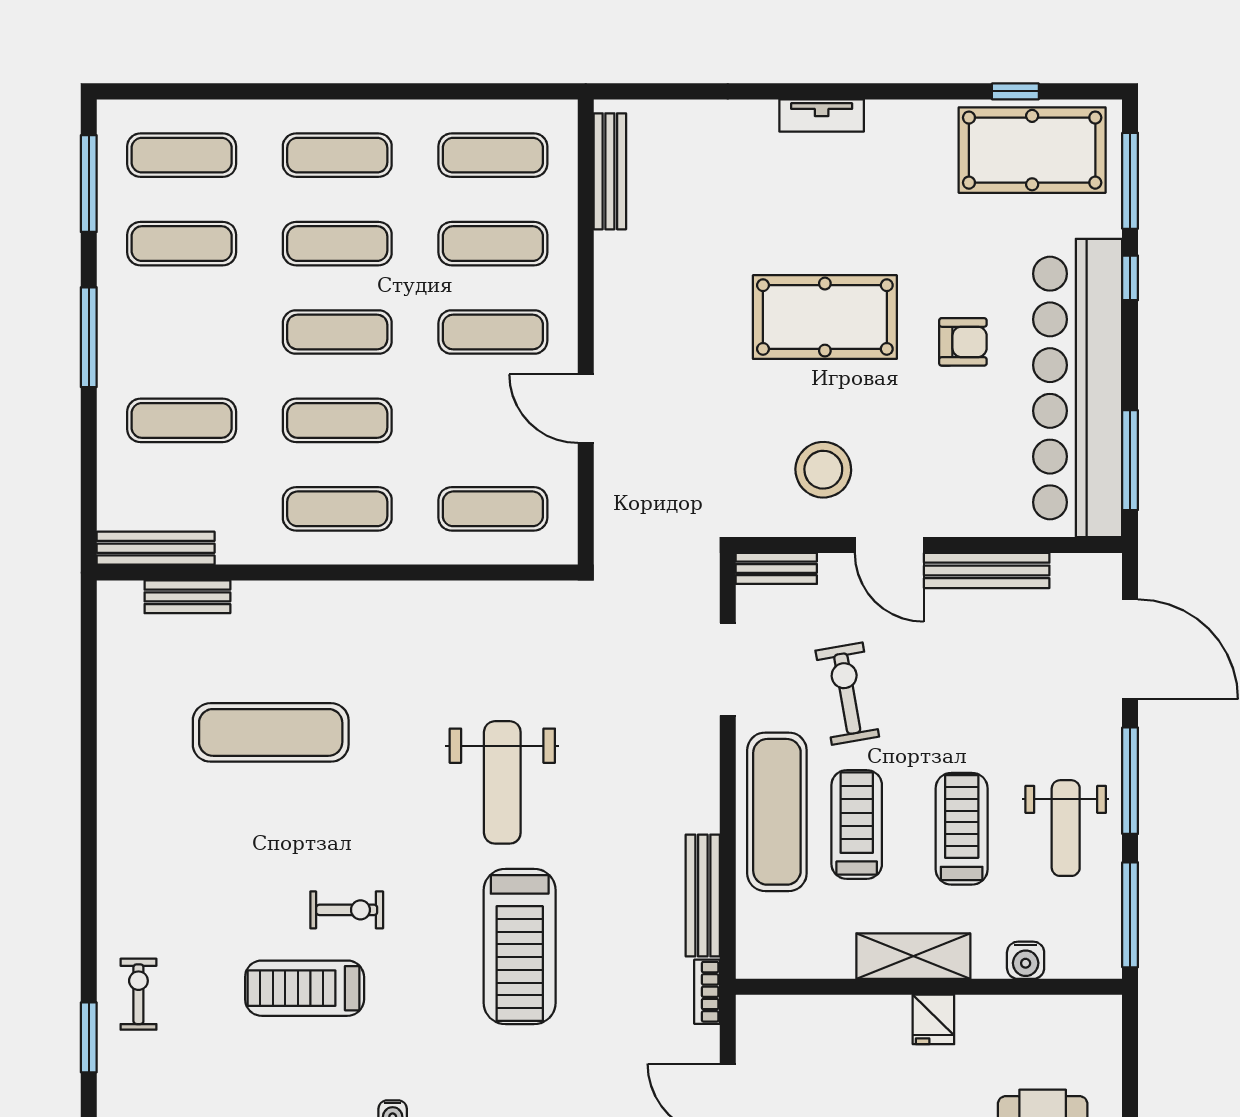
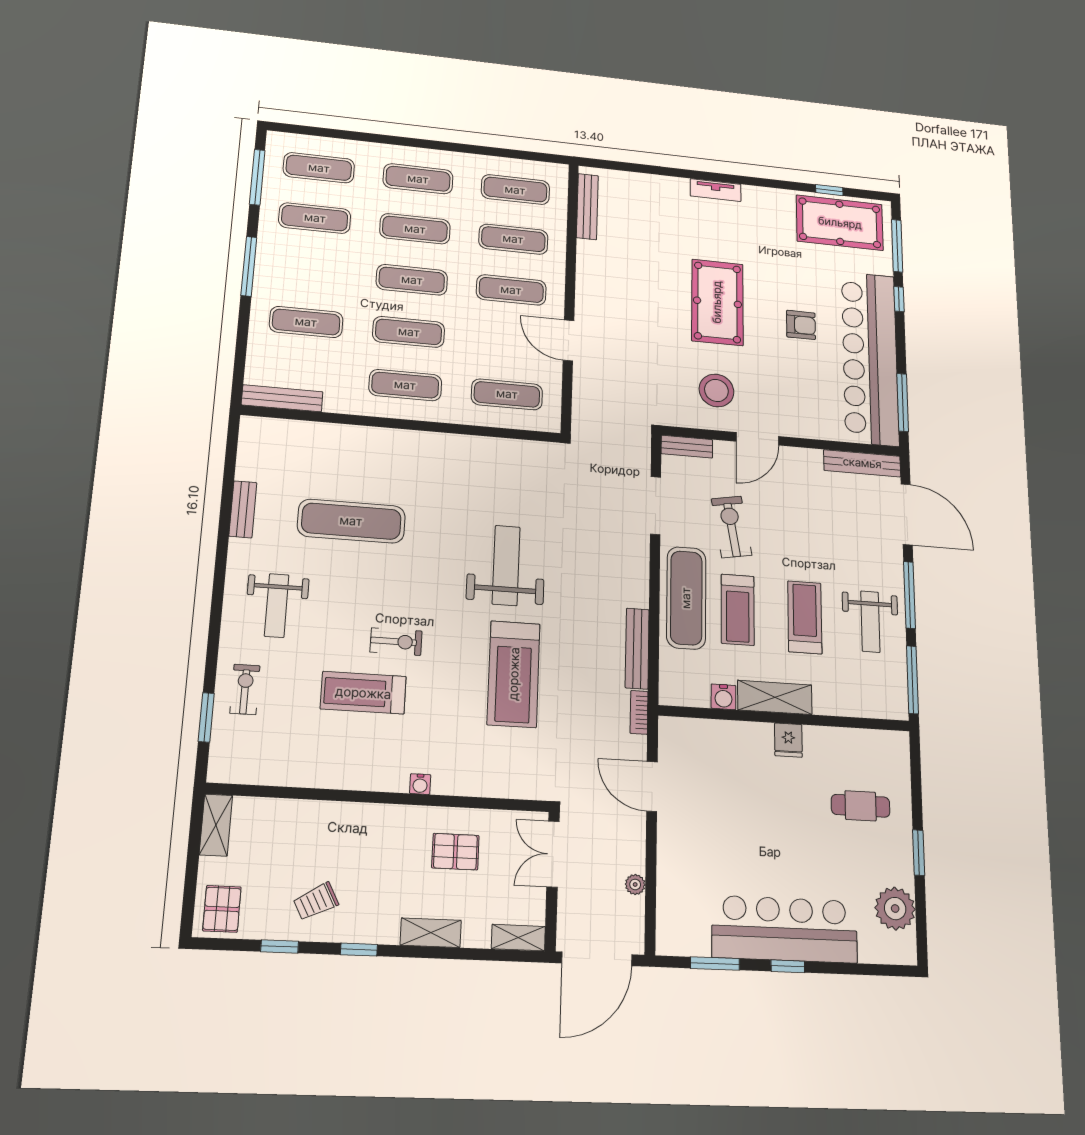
pool table: (825, 317) -> (717, 302), turned 90
door: (889, 545) -> (757, 439), hinge flipped
bench: (987, 570) -> (862, 463), moved
bench: (187, 597) -> (243, 509), moved, turned 90
weight bench: (502, 782) -> (506, 565), turned 180
treadmill: (857, 825) -> (738, 610), turned 180
weight bench: (173, 869) -> (277, 606), added
water cooler: (1026, 960) -> (723, 697), moved

